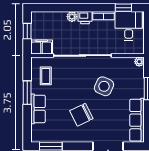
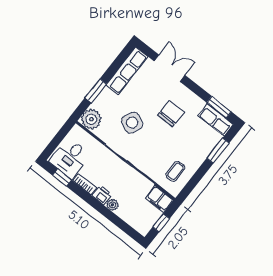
plant: (139, 62) -> (91, 119), width x1.88, depth x1.88
window: (27, 93) -> (218, 151), moved
row of seats: (38, 109) -> (216, 120), moved, turned -90
chair: (81, 115) -> (171, 113), turned -64

